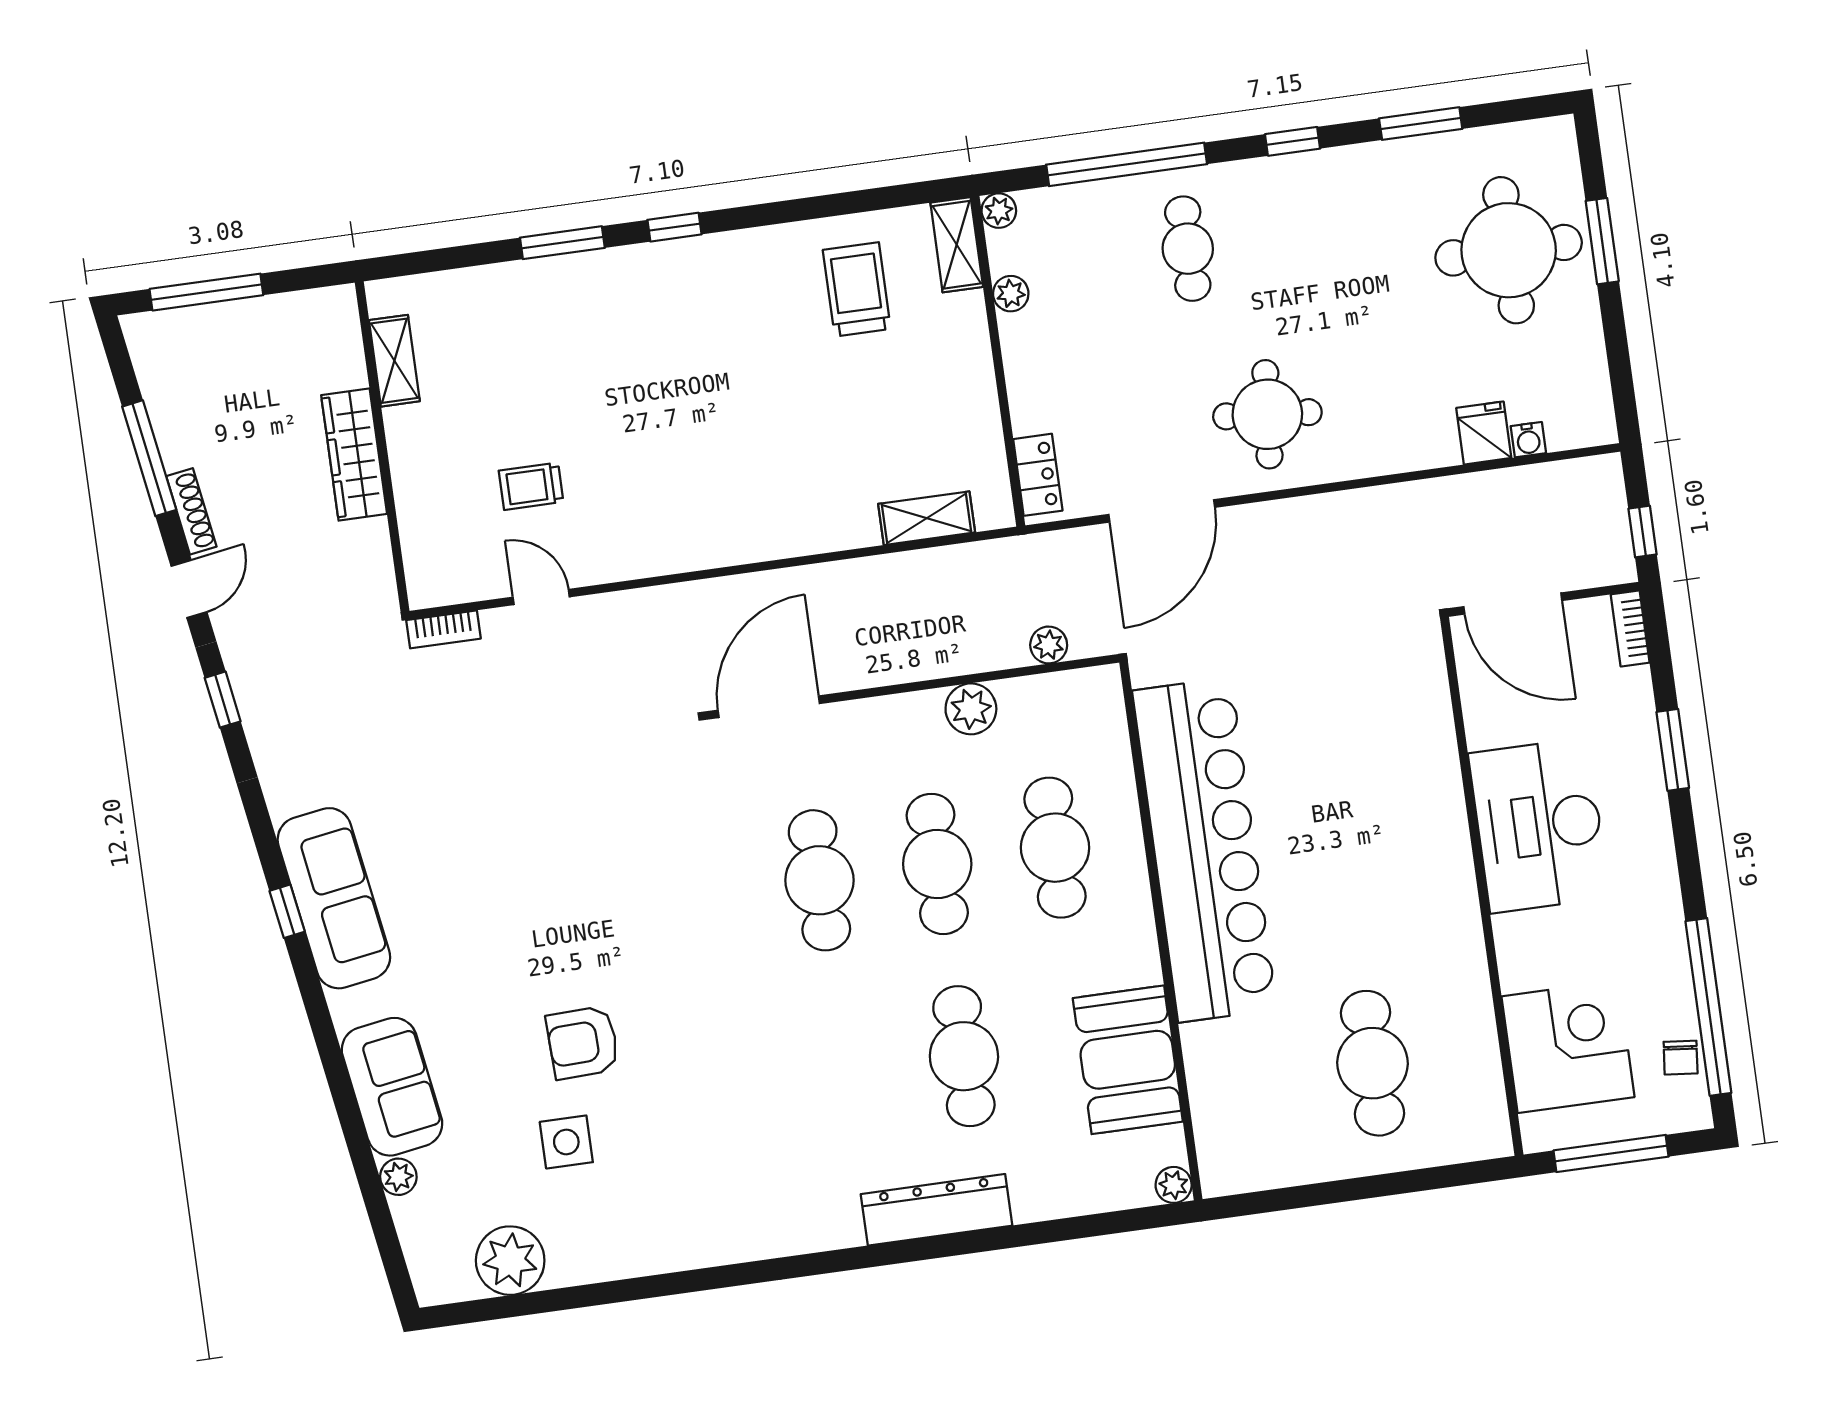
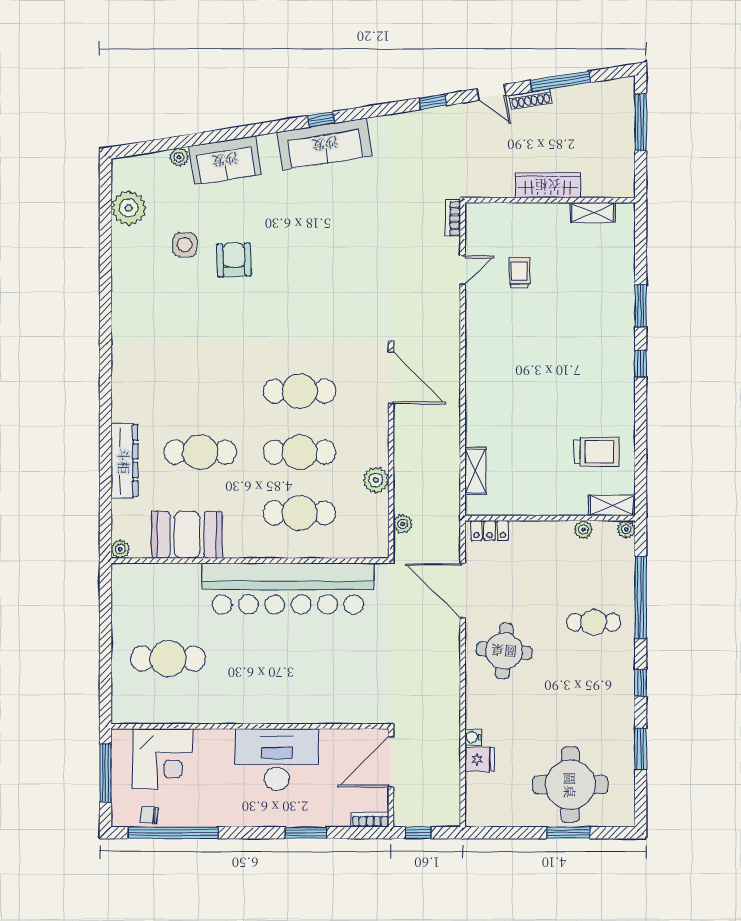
water cooler: (1528, 440) -> (473, 737), moved
dresser: (937, 1210) -> (124, 461), moved

